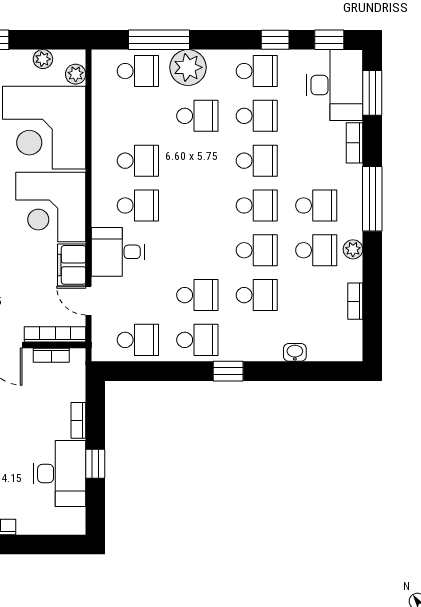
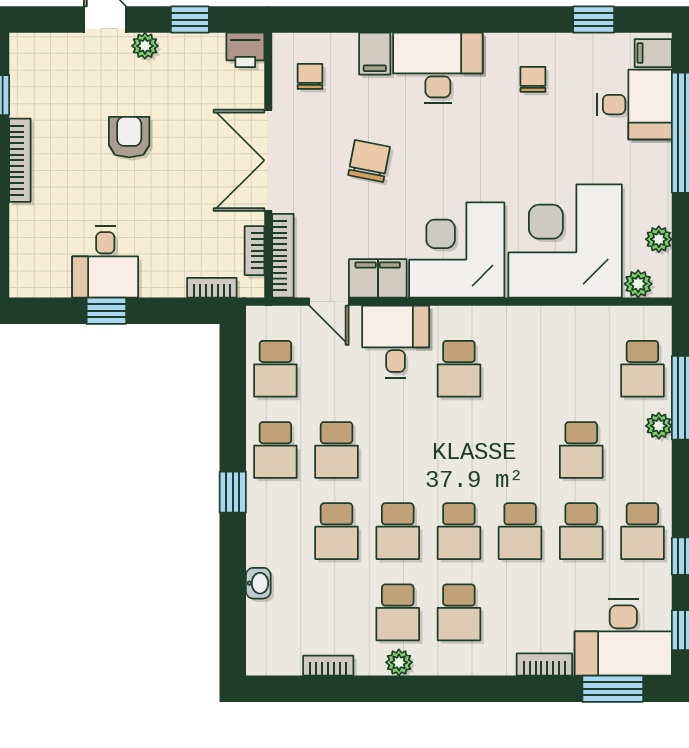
plant: (188, 67) -> (659, 426), width x0.53, depth x0.53
school desk: (138, 161) -> (520, 369), removed
window: (372, 199) -> (468, 689), removed
door: (89, 301) -> (329, 302), swing flipped
bookcase: (78, 420) -> (212, 288), moved
desk: (60, 474) -> (105, 262), width x0.73

